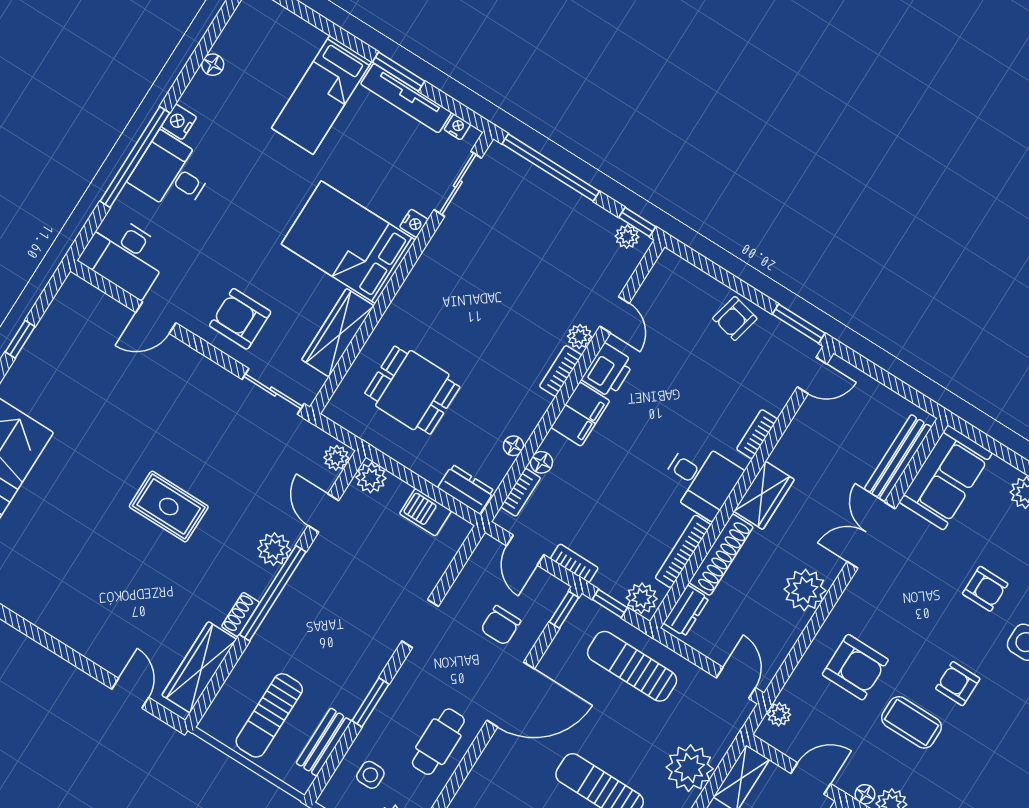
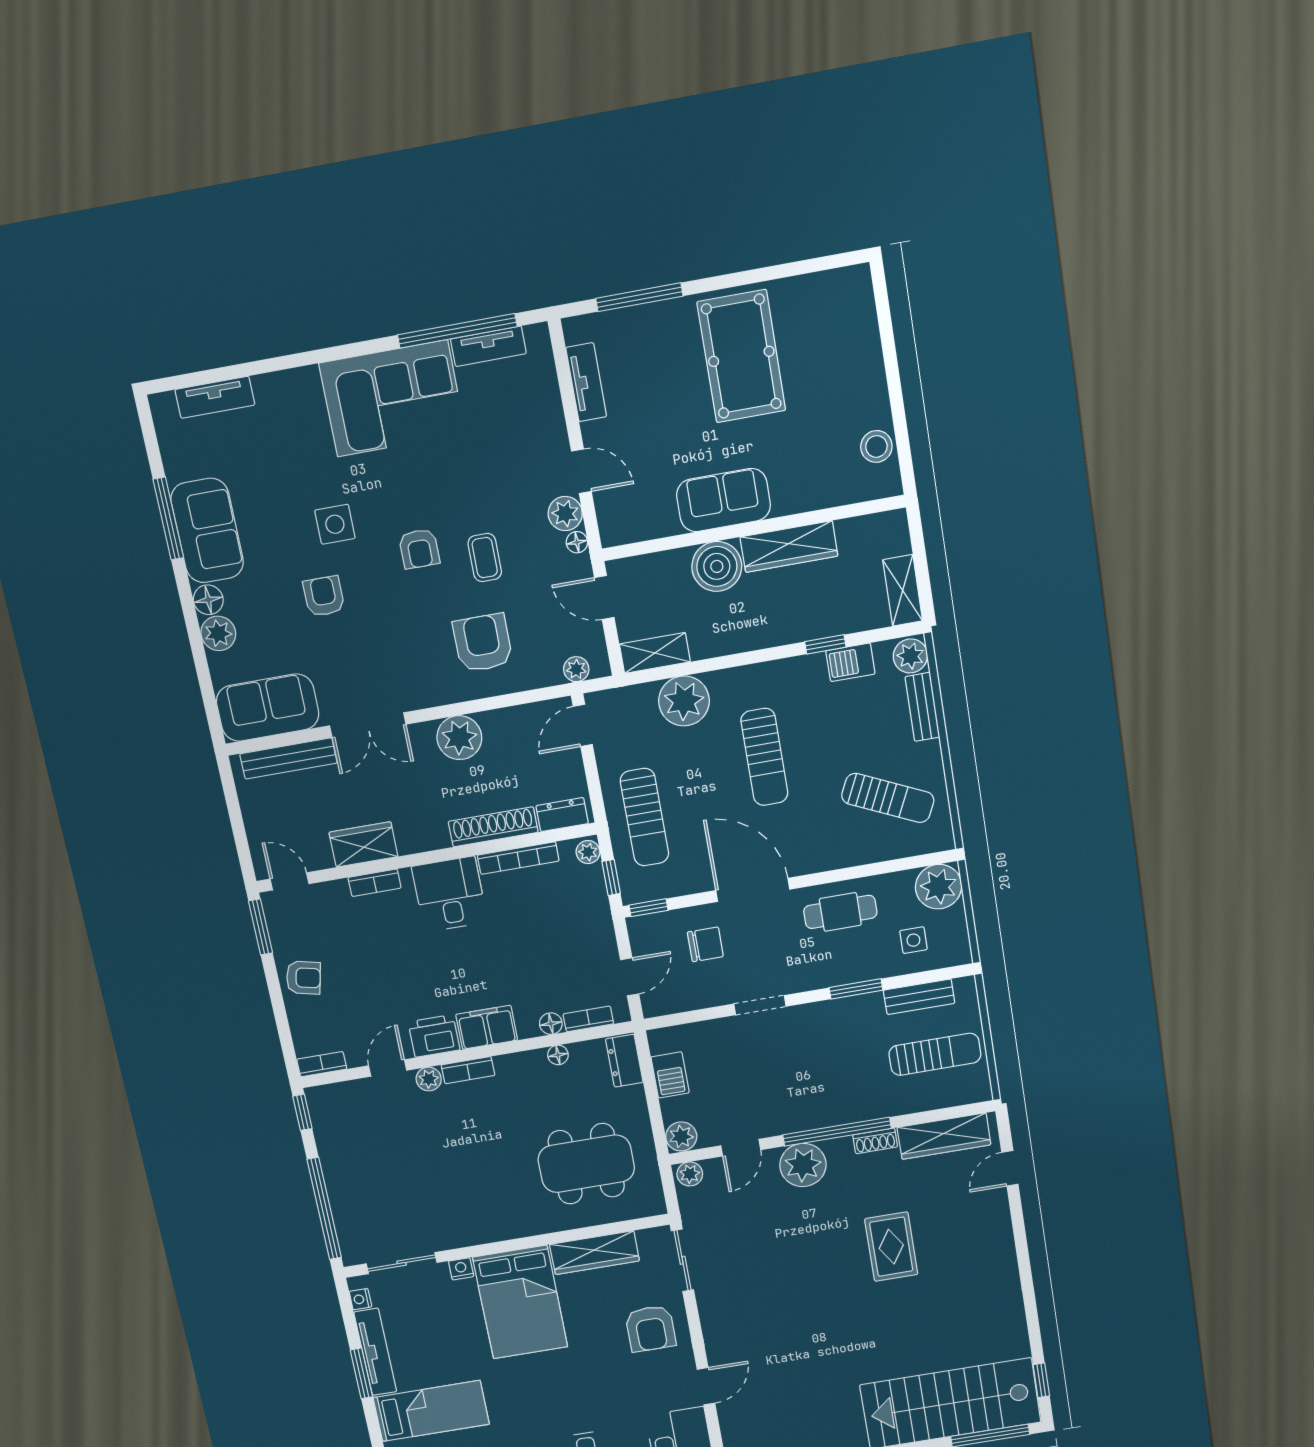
plant: (627, 237) -> (320, 1110), removed
door: (156, 318) -> (706, 1386), hinge flipped
dining table: (412, 390) -> (586, 1164), width x1.37
wardrobe: (764, 495) -> (363, 844), moved
rug: (169, 507) -> (891, 1247), moved
plant: (274, 549) -> (803, 1165), width x1.36, depth x1.36
bookcase: (574, 563) -> (322, 1064), moved, turned 90
plant: (642, 598) -> (588, 852), width x0.73, depth x0.73
coffee table: (912, 722) -> (485, 558), width x0.73, depth x0.77

